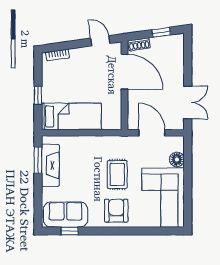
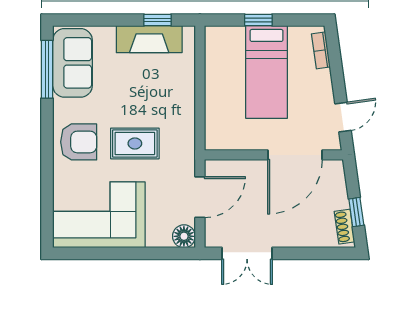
shoe rack: (139, 44) -> (344, 227), moved
bed: (71, 116) -> (267, 72), moved
floor lamp: (177, 159) -> (184, 236), moved
window: (38, 160) -> (157, 20), width x0.67
window: (70, 231) -> (47, 69), width x2.17

